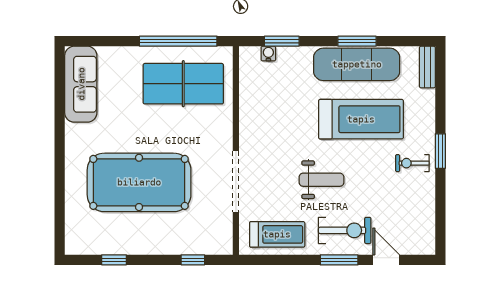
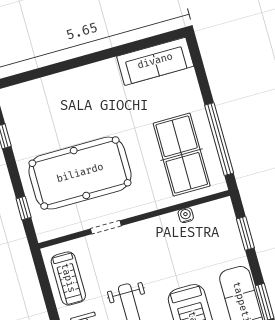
water cooler: (268, 54) -> (186, 215), moved, turned -90
pool table: (139, 182) -> (80, 173), moved, turned 90
doorway: (236, 182) -> (106, 227), width x0.53

